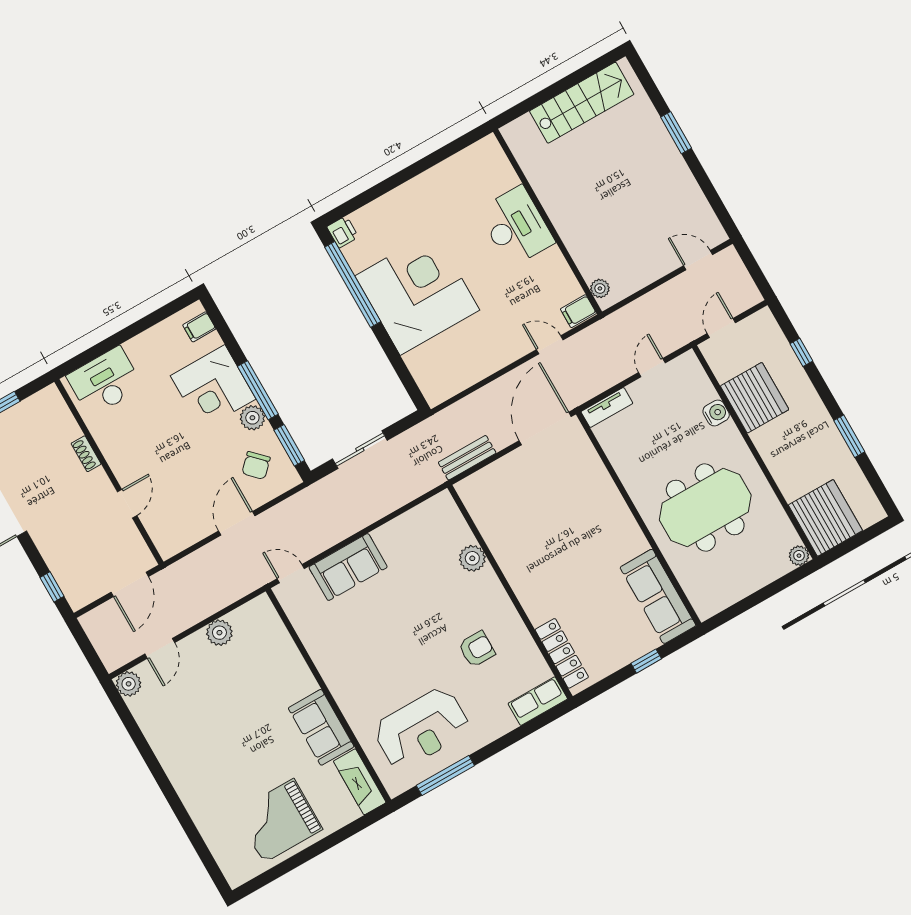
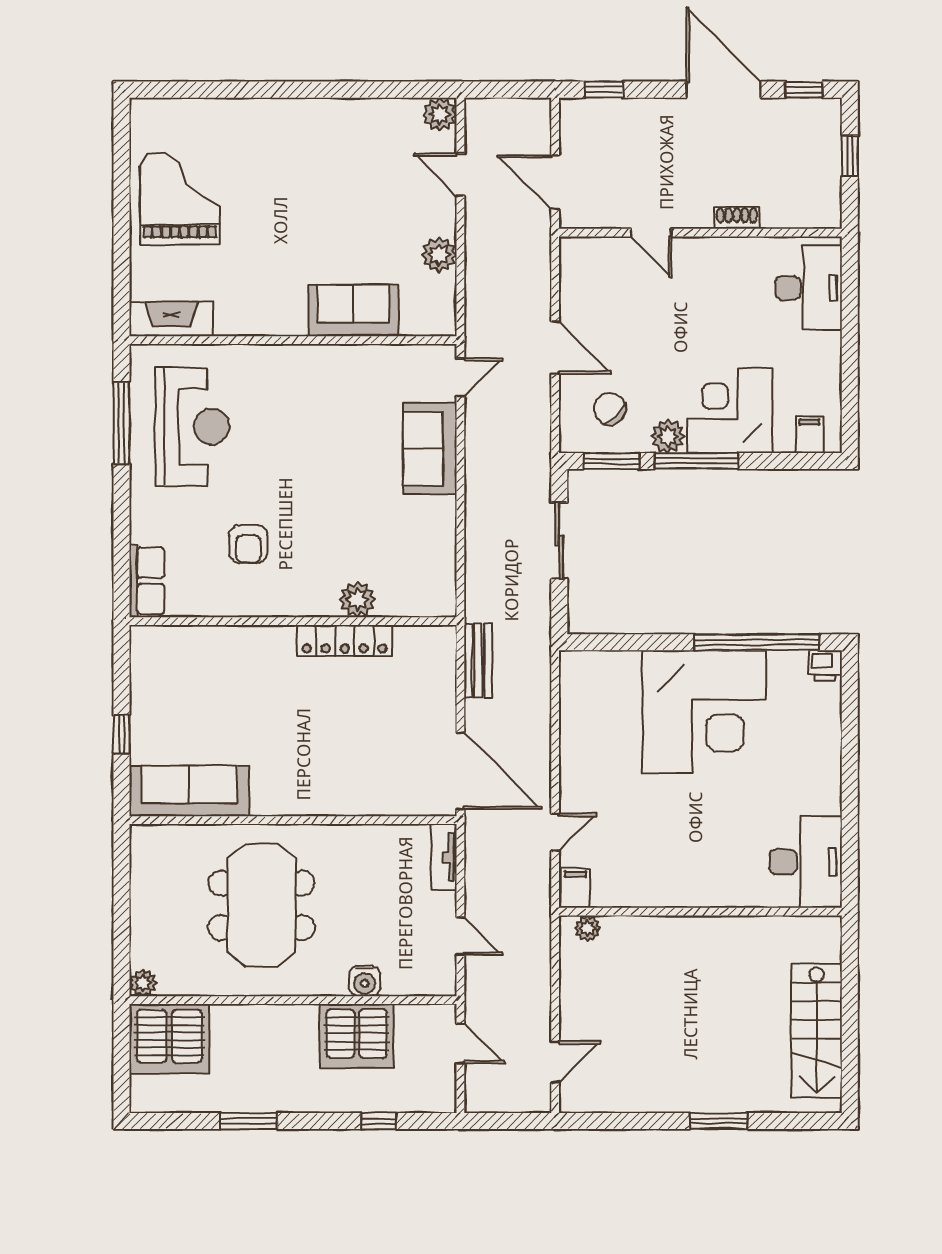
desk: (516, 226) -> (806, 862), moved, turned -90
locker: (562, 653) -> (345, 641), moved
sofa: (321, 727) -> (353, 310), moved
reception desk: (421, 729) -> (192, 427), turned 180

